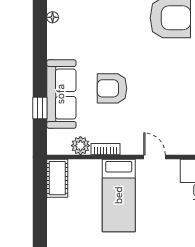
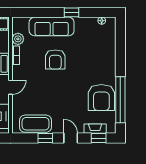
armchair: (112, 88) -> (55, 59), turned 180
window: (40, 108) -> (72, 12), moved

